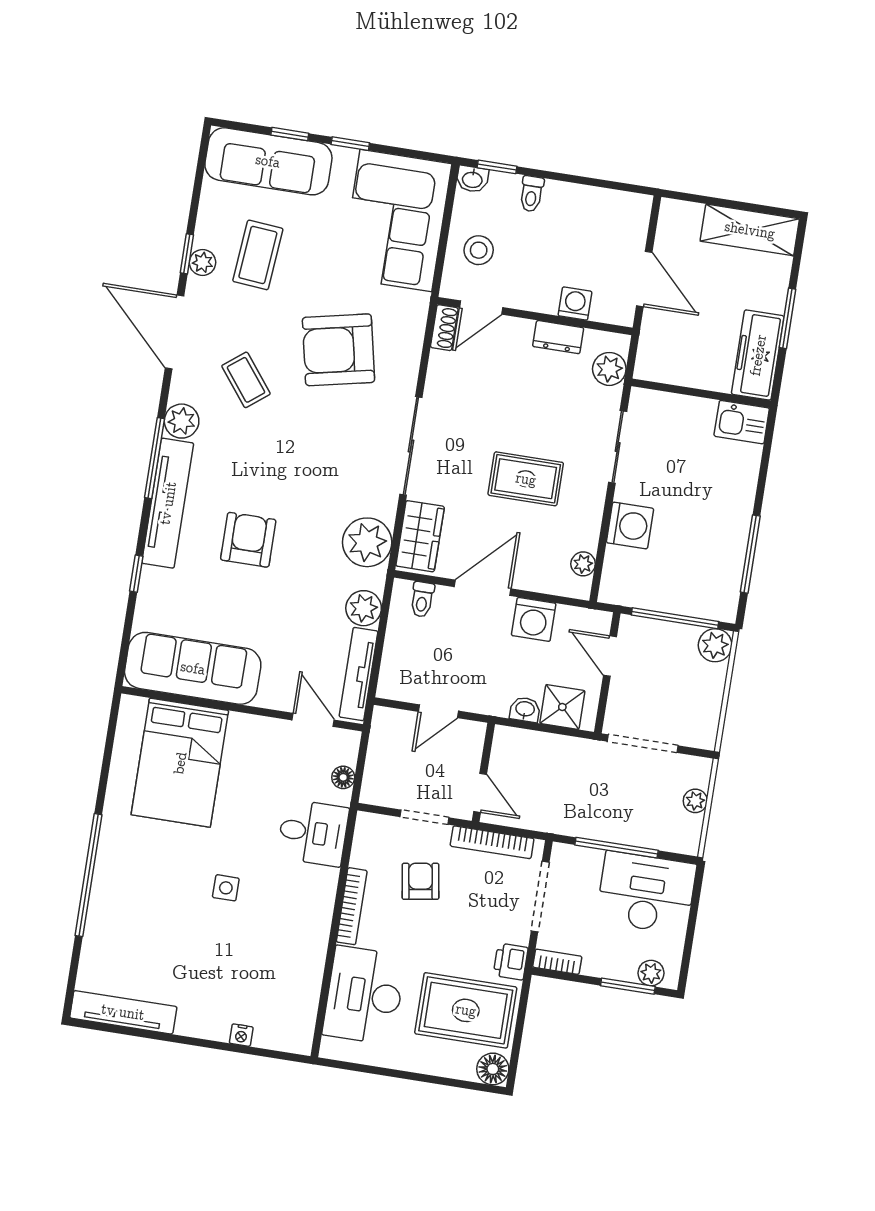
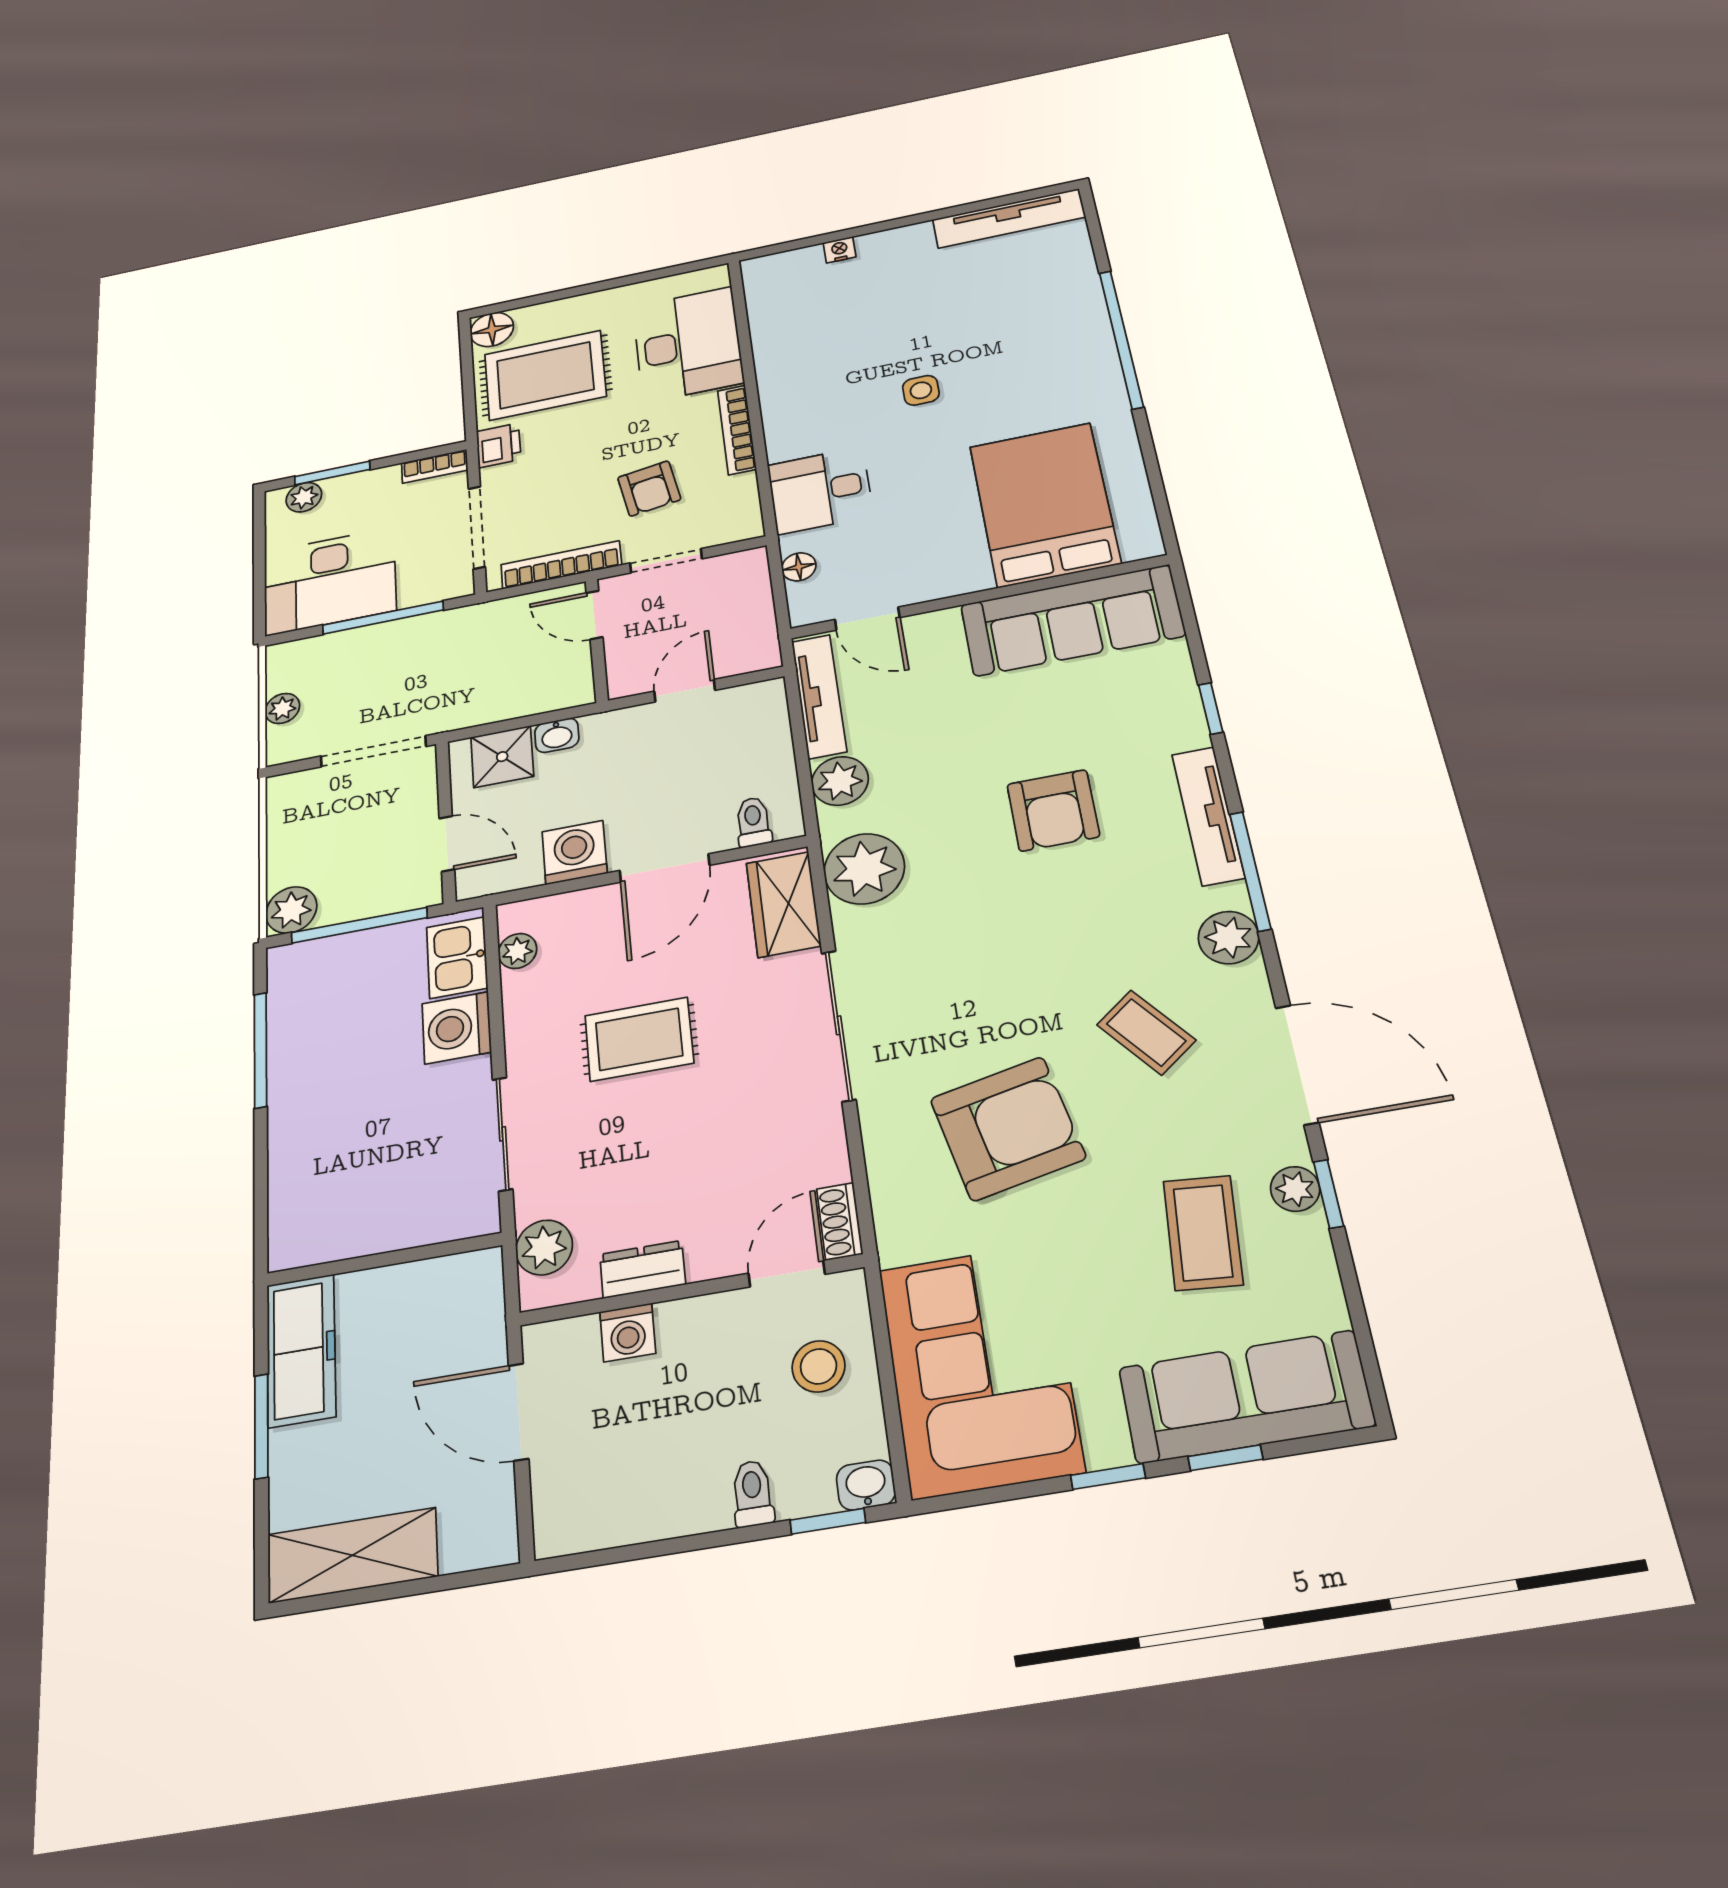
kitchen sink: (742, 422) -> (457, 958), moved, turned -90
tv unit: (168, 503) -> (1208, 816), width x0.73, depth x0.78

